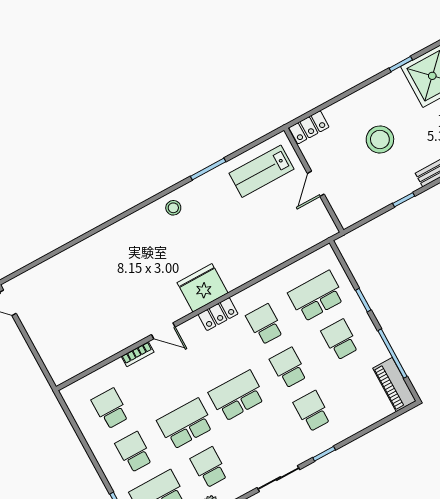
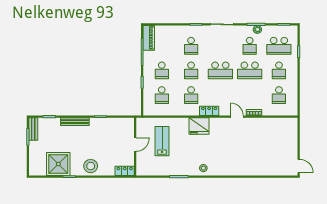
stool: (380, 139) -> (91, 166), moved
lab bench: (262, 171) -> (162, 141), moved, turned -90
fridge: (203, 288) -> (199, 126), moved
school desk: (316, 296) -> (162, 95), width x0.54

